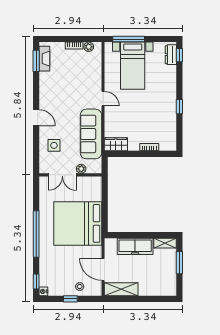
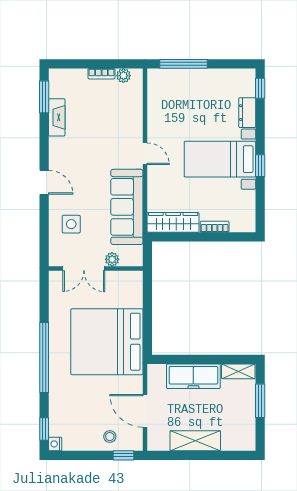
dresser: (171, 55) -> (247, 113), moved
fireplace: (44, 59) -> (57, 117), moved
bed with nightstands: (133, 66) -> (220, 159), moved, turned 90
wardrobe: (116, 144) -> (173, 222), width x1.50
shelving: (121, 289) -> (195, 441), moved
window: (70, 299) -> (124, 455), moved

